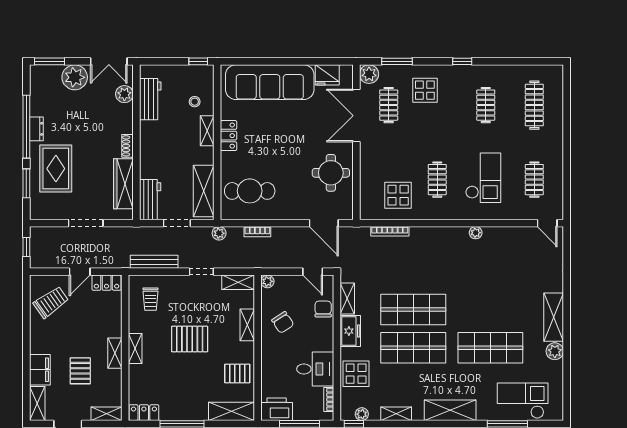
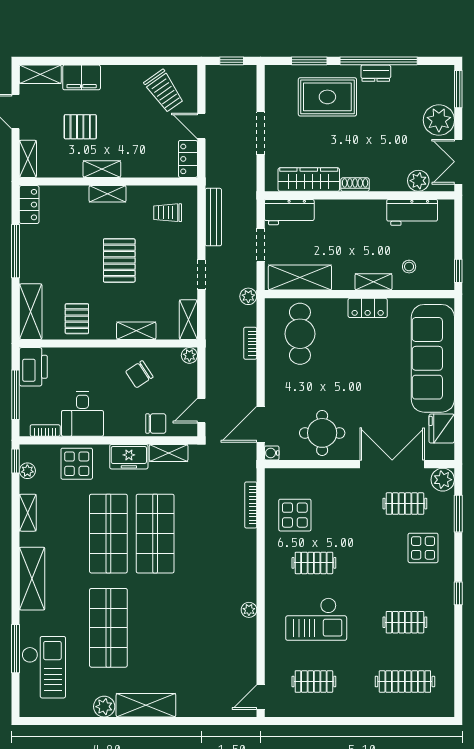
water cooler: (347, 214) -> (272, 453), added

